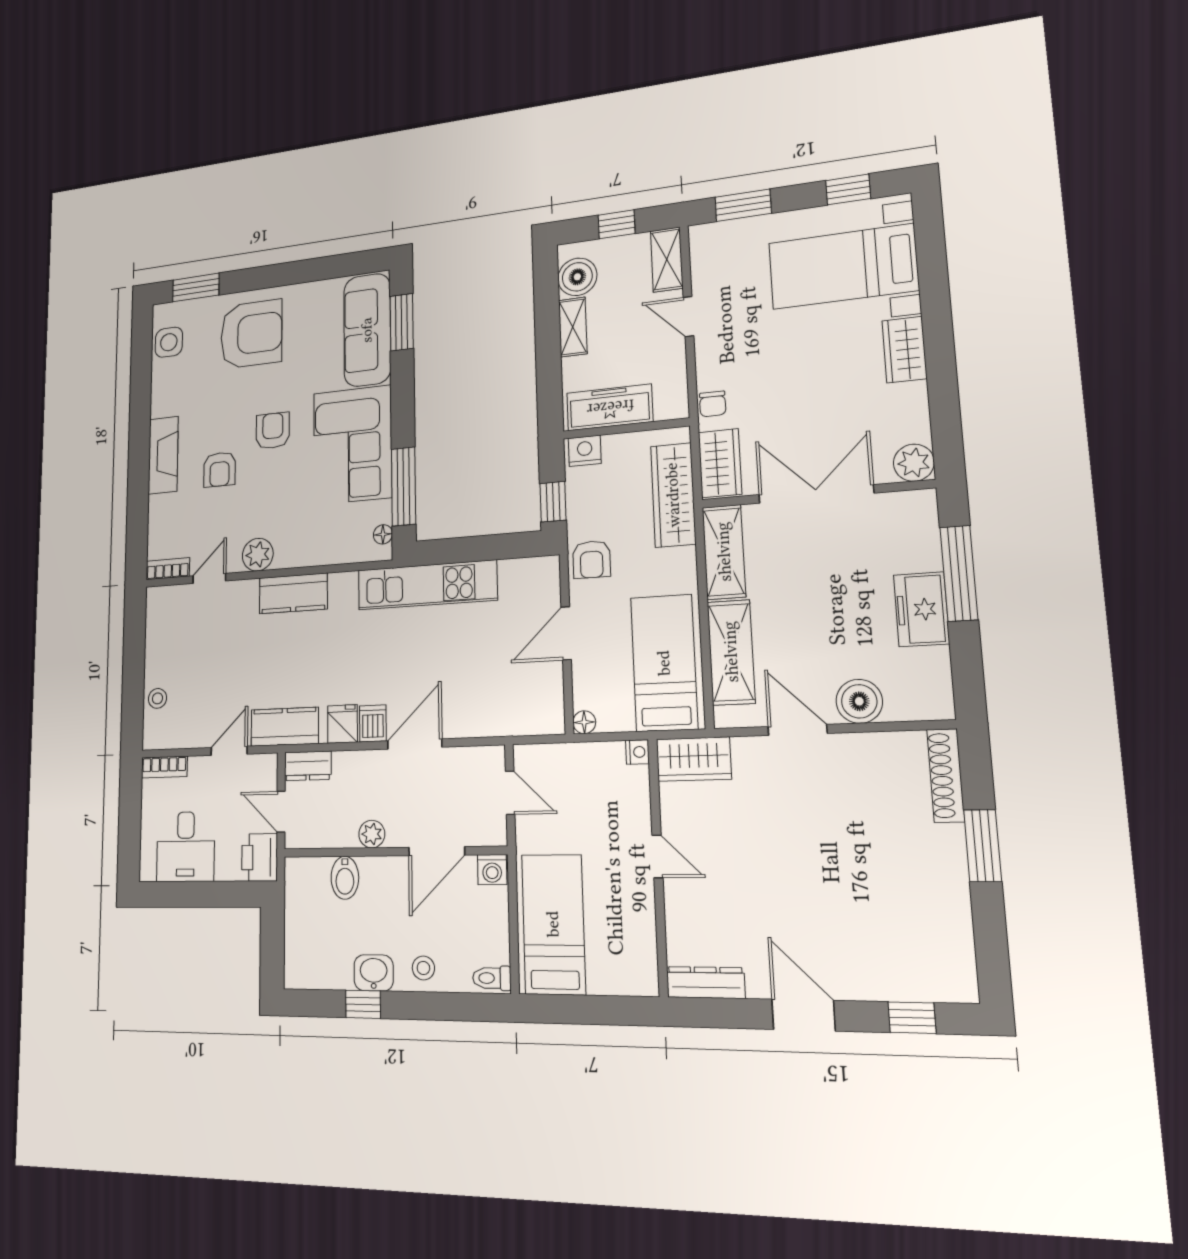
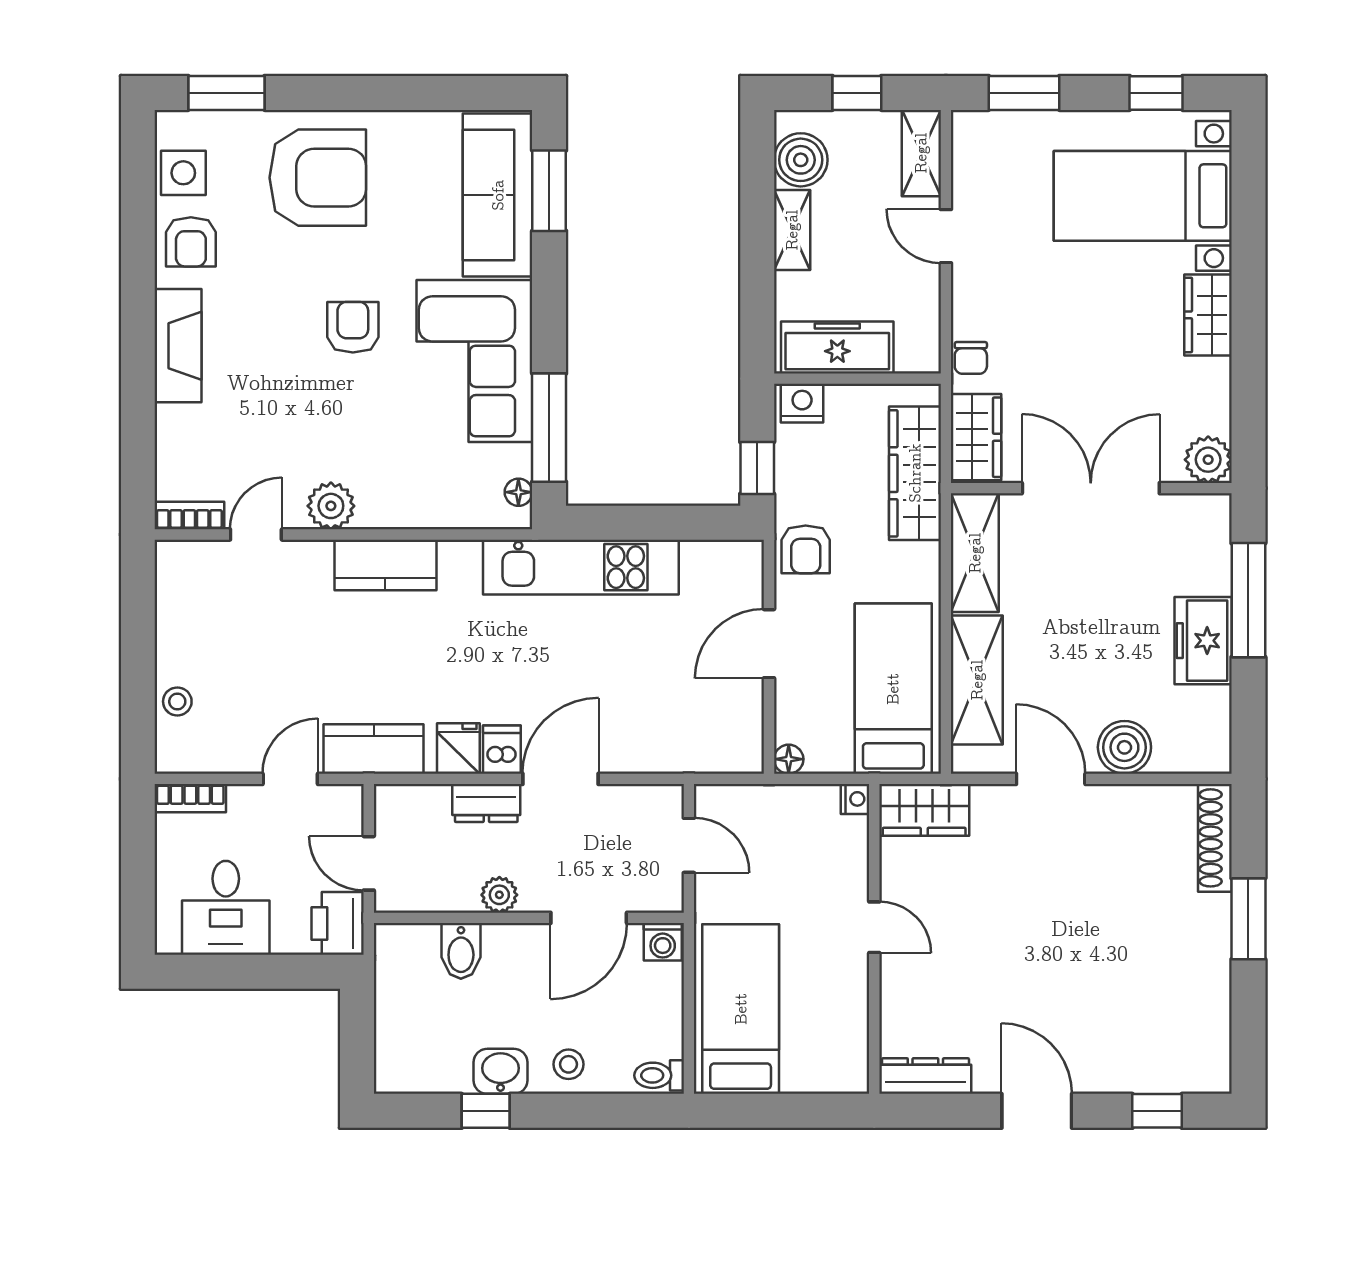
armchair: (220, 469) -> (191, 242), moved
dresser: (308, 766) -> (486, 803), moved

